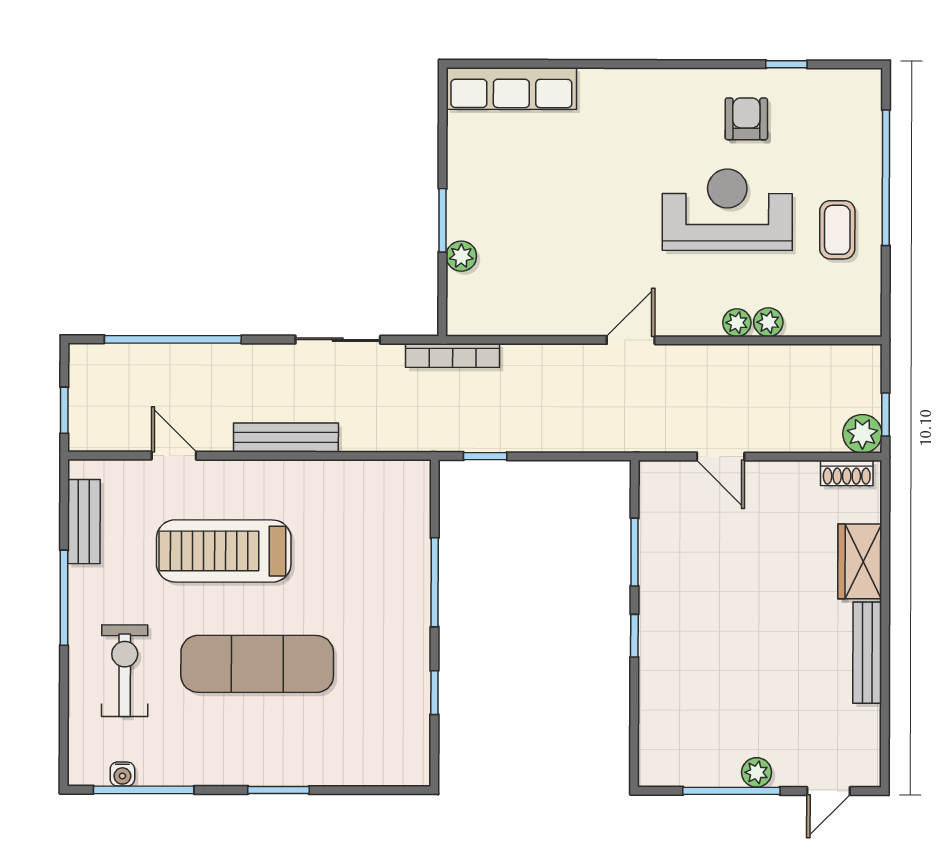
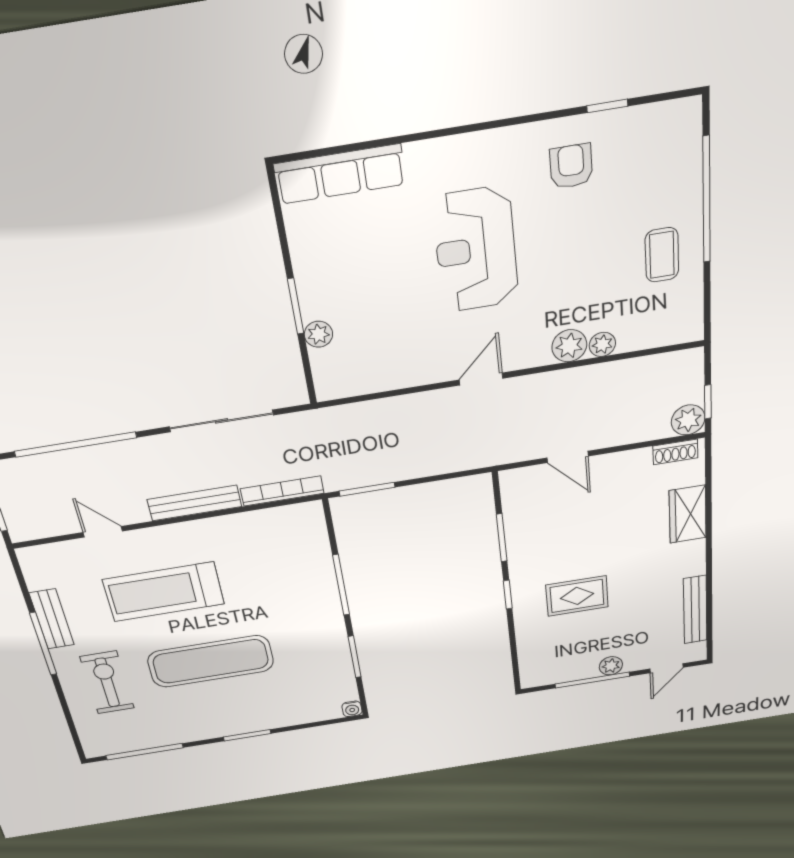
reception desk: (727, 210) -> (476, 250), moved, turned -90
plant: (737, 323) -> (569, 346), width x1.38, depth x1.38
sliding door: (338, 340) -> (221, 421), width x1.37
bookcase: (452, 355) -> (282, 491), moved, turned 180
window: (485, 456) -> (367, 489), width x1.50
bench: (84, 522) -> (52, 619), moved
bench: (867, 653) -> (695, 610), moved
rug: (719, 655) -> (577, 596), added
window: (434, 693) -> (355, 657), width x1.50
water cooler: (122, 774) -> (352, 709), moved

